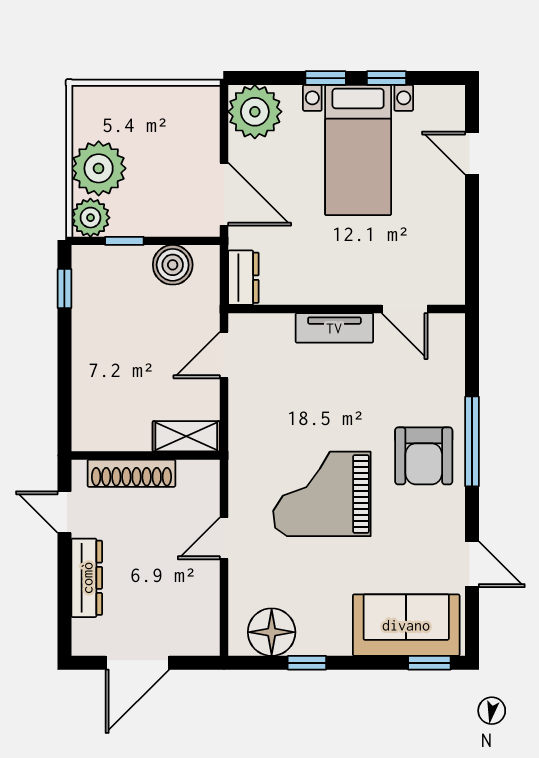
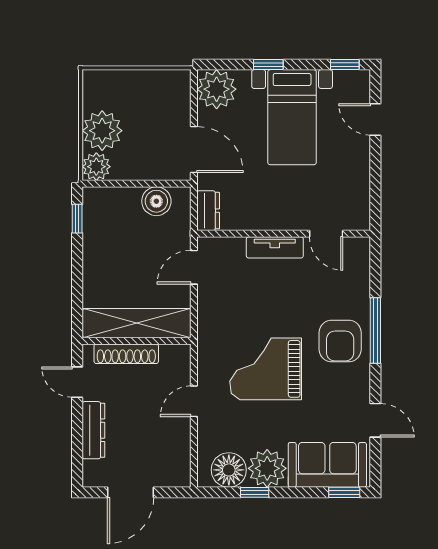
window: (386, 78) -> (345, 65), moved
window: (124, 241) -> (121, 184), removed
shelving: (186, 436) -> (137, 323), width x2.20, depth x1.33
plant: (324, 630) -> (267, 468), added

